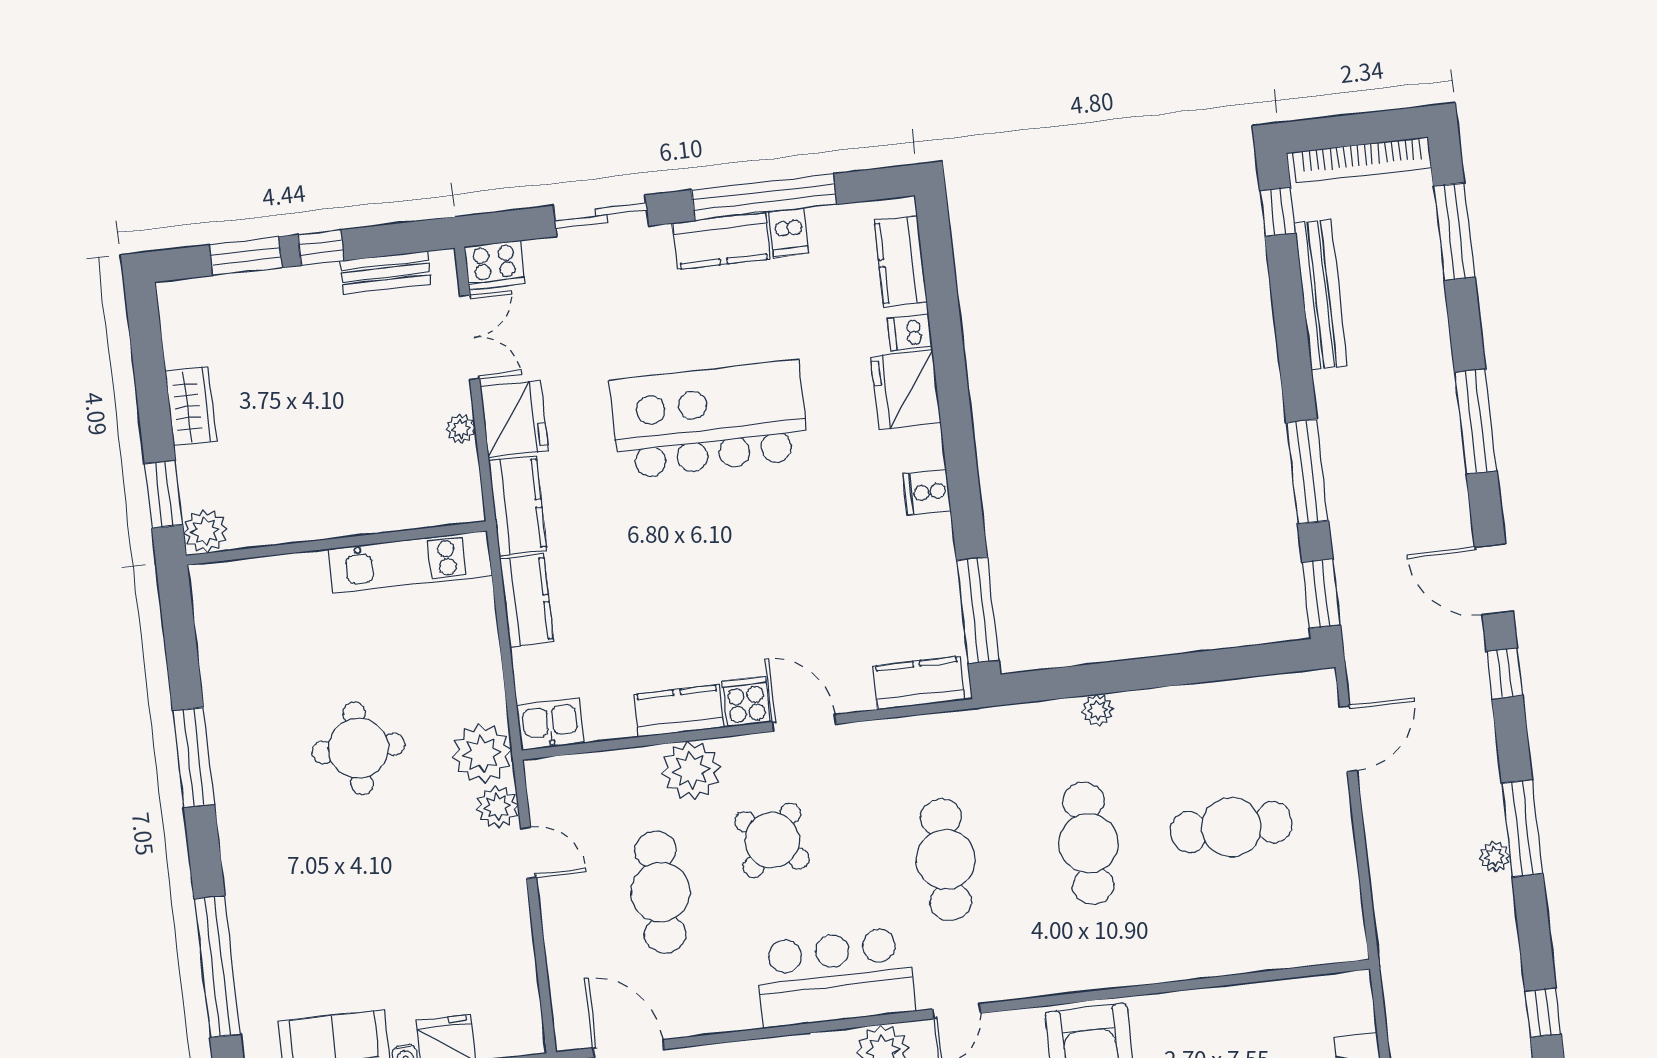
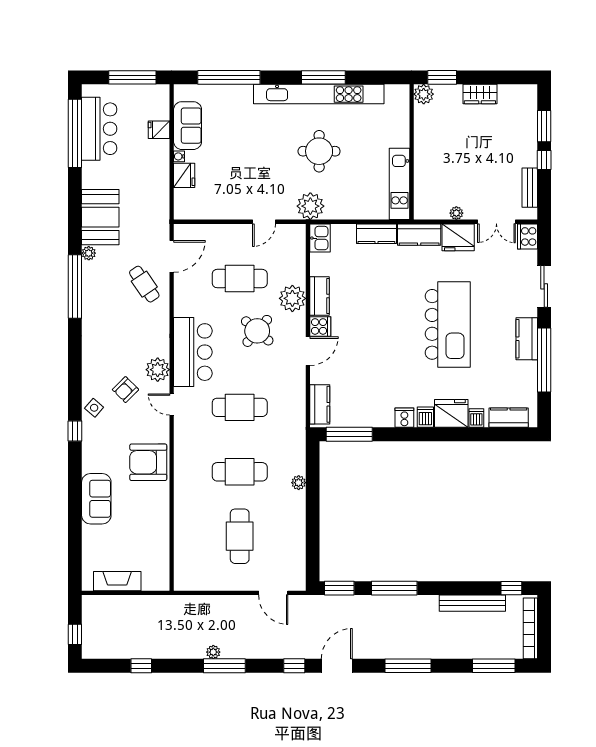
dishwasher: (789, 233) -> (425, 417), moved, turned 90
kitchen unit: (232, 764) -> (319, 94), added
plant: (497, 807) -> (286, 210), removed

